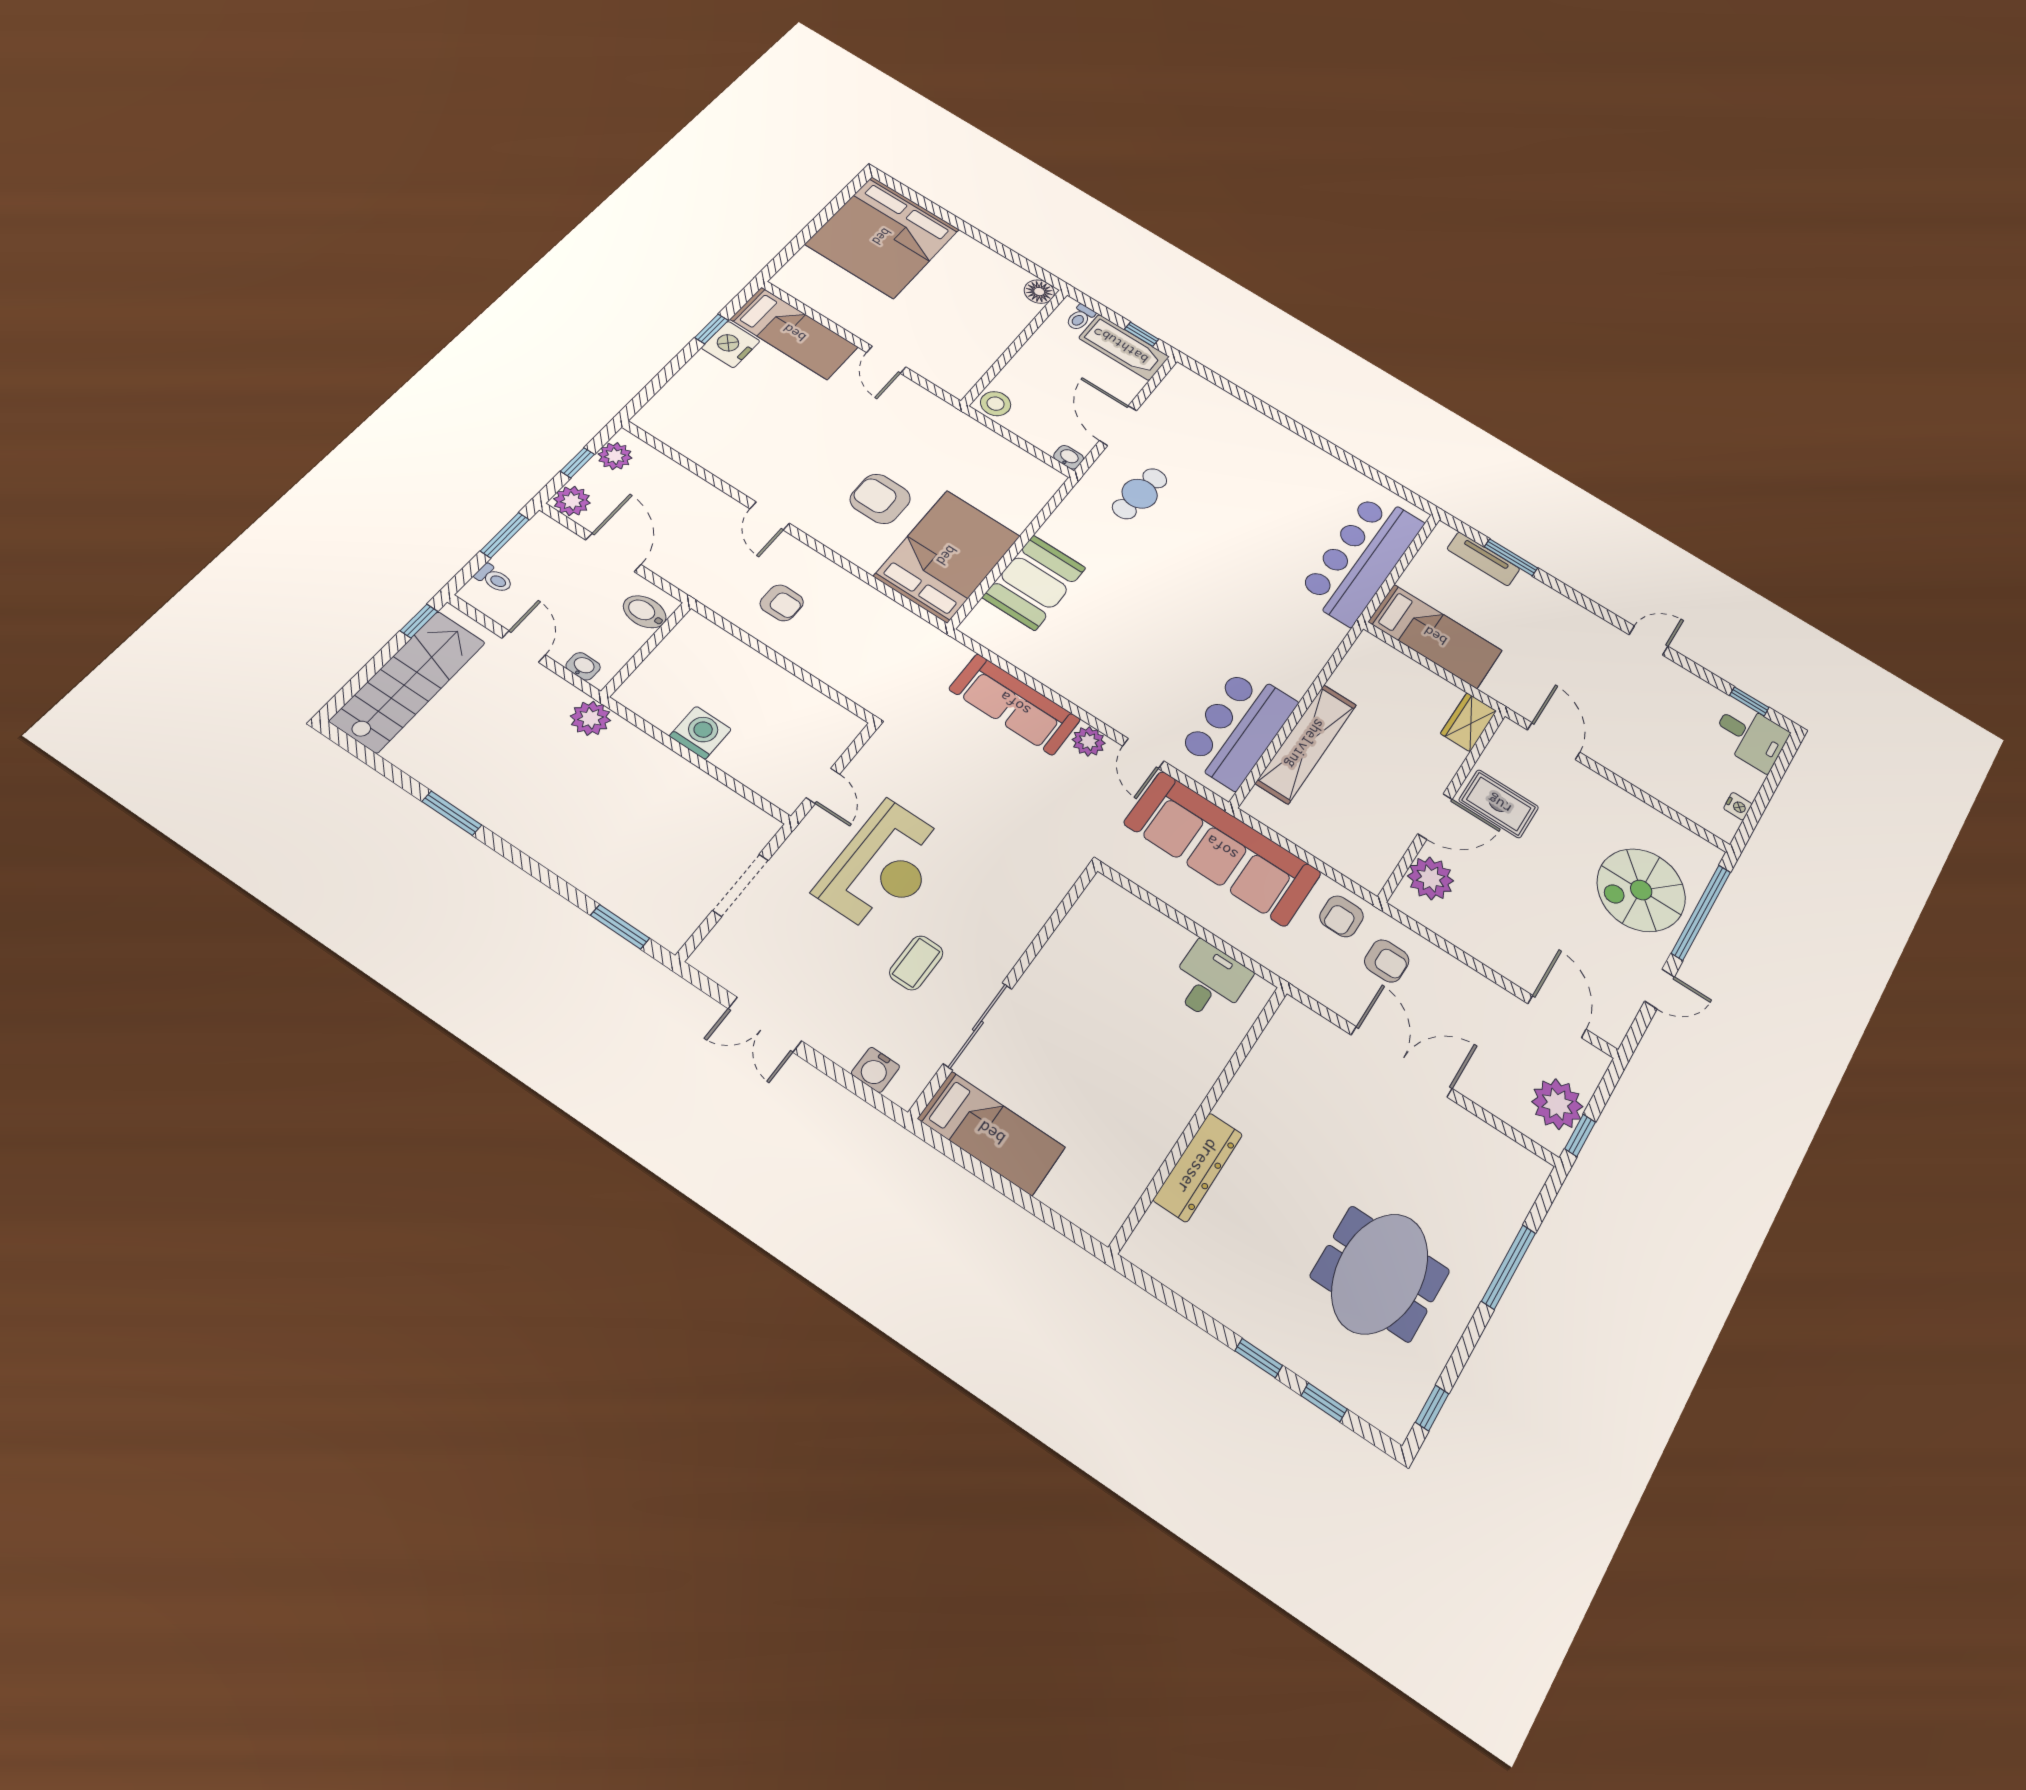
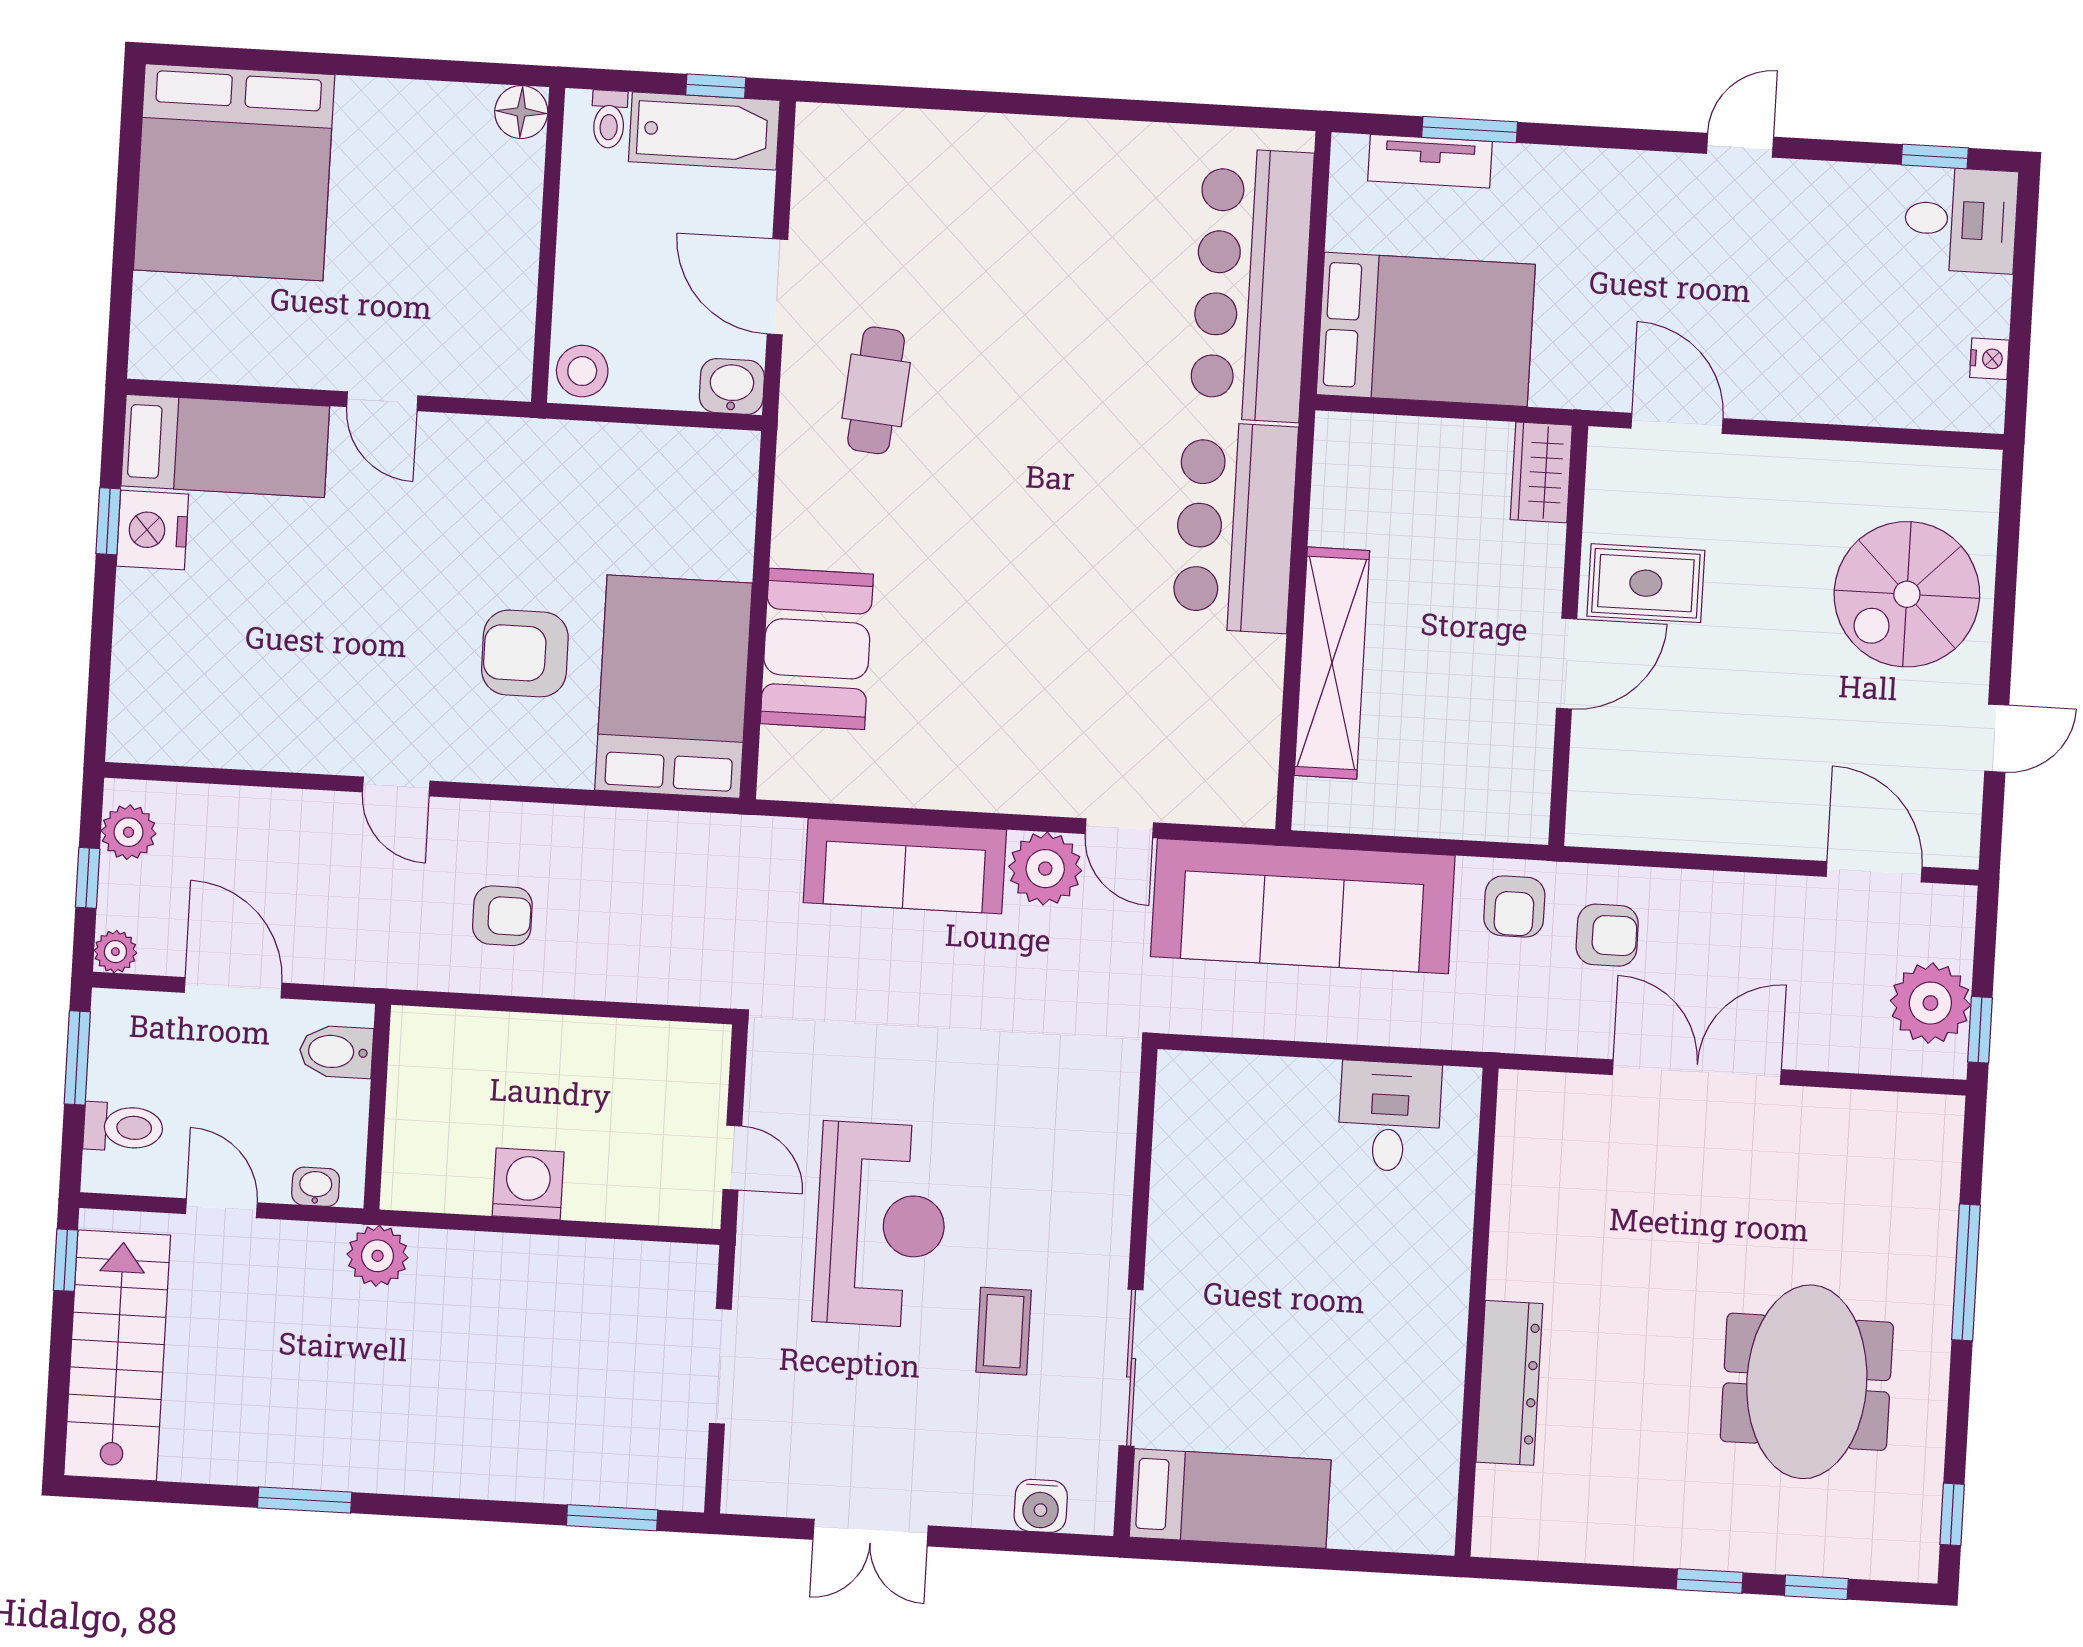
washbasin: (1069, 457) -> (732, 386), width x1.38, depth x1.45
plant: (572, 501) -> (115, 952), width x0.73, depth x0.73
toilet: (494, 579) -> (123, 1127), width x1.37, depth x1.39
bed: (1435, 636) -> (1426, 329), width x1.50
bar counter: (1238, 728) -> (1235, 527), moved
plant: (1089, 741) -> (1045, 869), width x1.36, depth x1.36
plant: (1430, 878) -> (1606, 768), removed
window: (1701, 912) -> (2006, 576), removed

